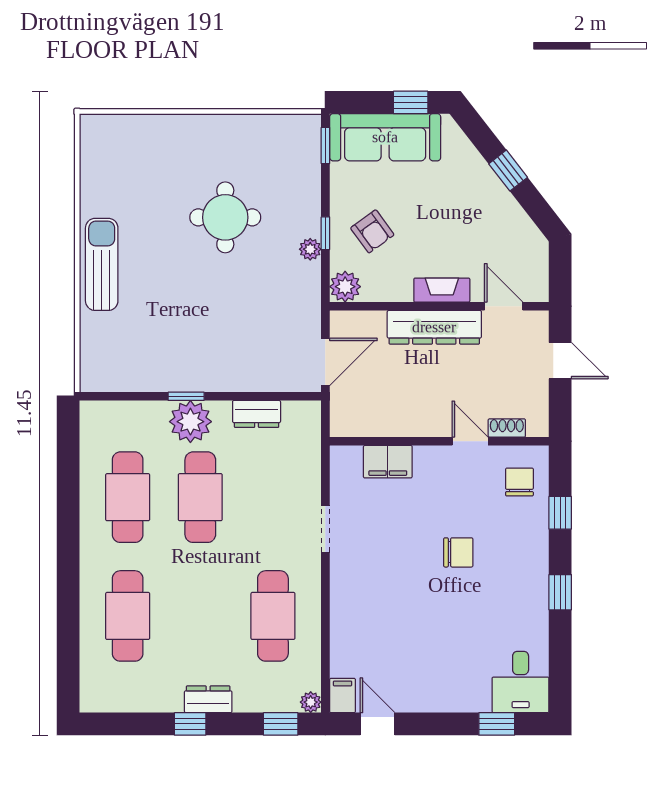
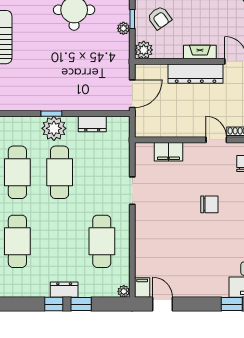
window: (281, 724) -> (81, 304), moved

